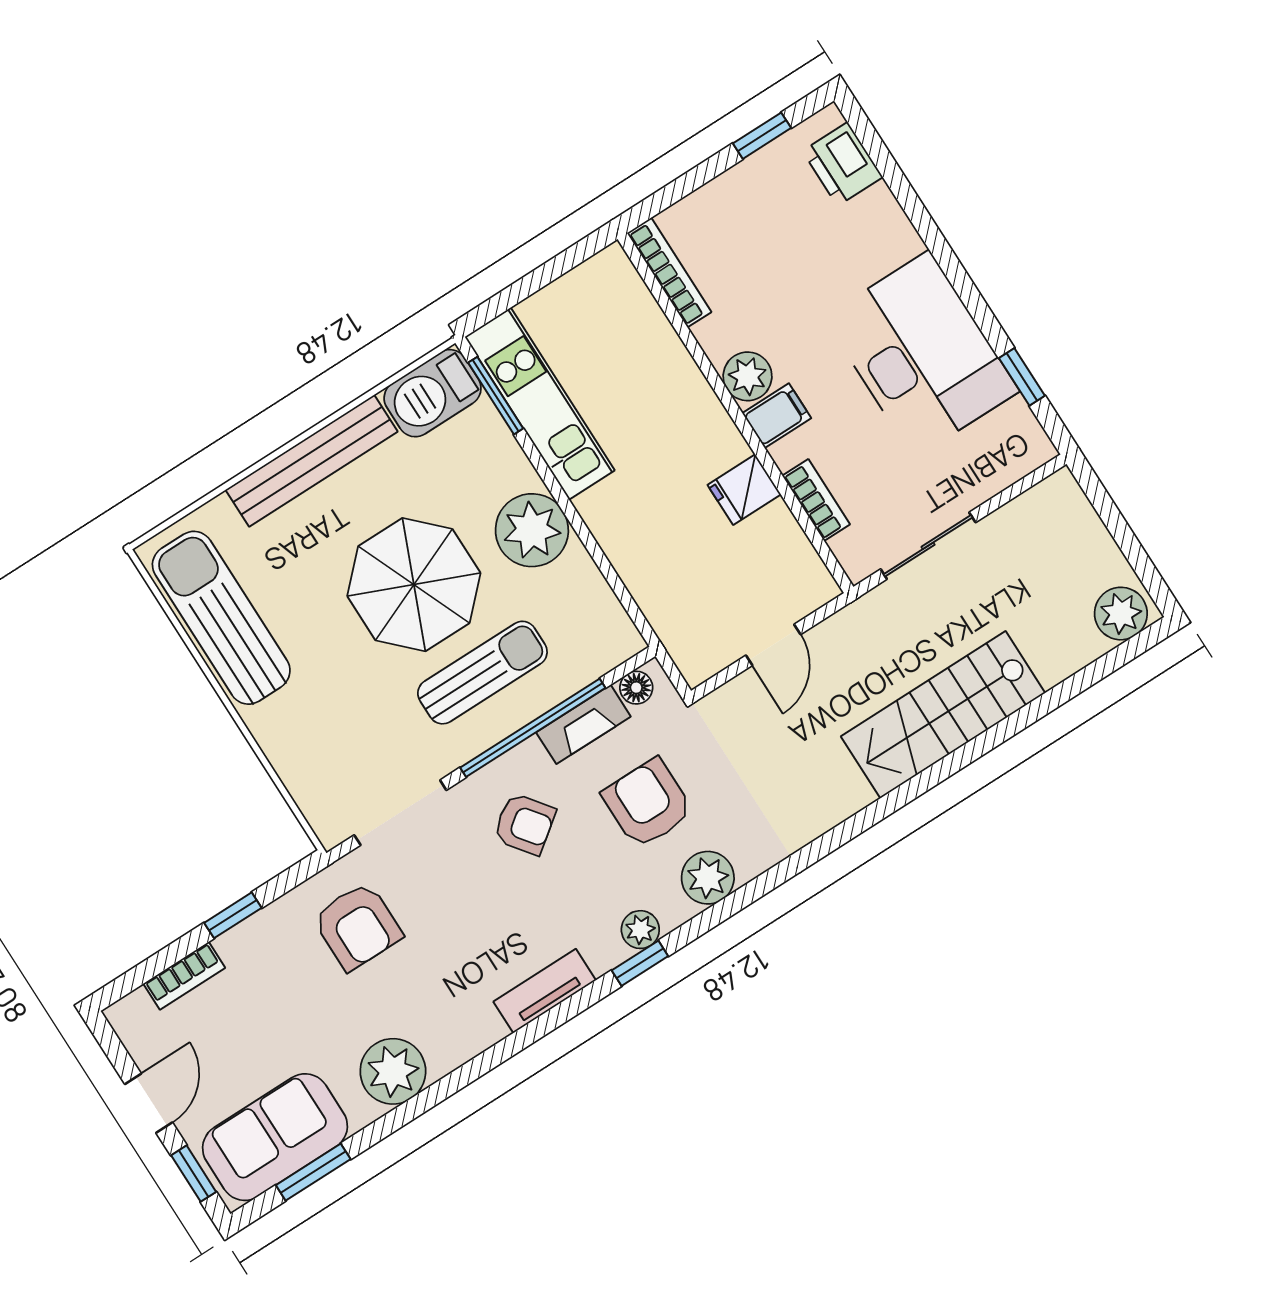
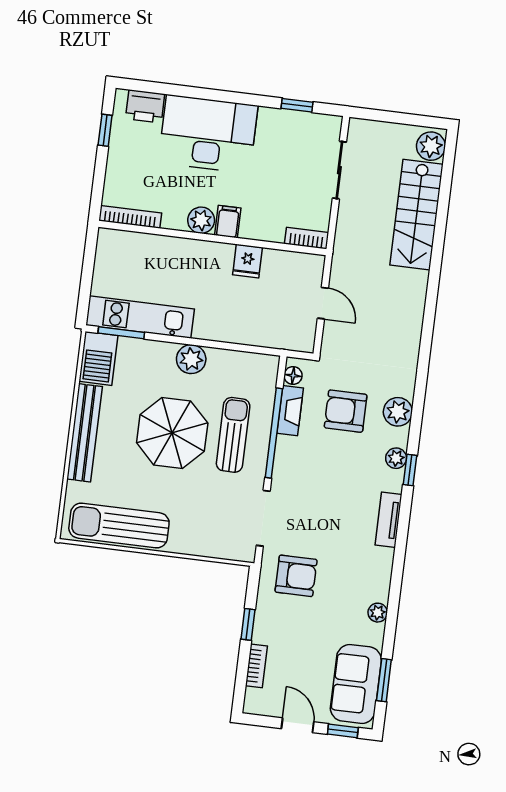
desk: (922, 354) -> (208, 134), moved
bookcase: (816, 500) -> (307, 238), moved
plant: (532, 530) -> (191, 359), width x0.73, depth x0.73
sliding door: (928, 546) -> (339, 170), moved
stairs: (943, 715) -> (417, 215), moved
armchair: (525, 824) -> (311, 470), removed
plant: (393, 1071) -> (378, 613), width x0.53, depth x0.53

